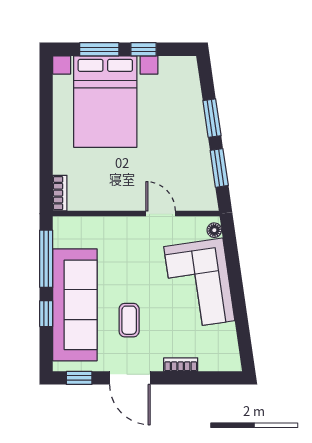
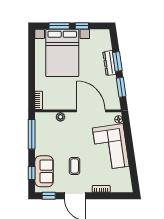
dresser: (196, 121) -> (109, 63), added
door: (161, 214) -> (91, 111), width x1.87
plant: (102, 225) -> (60, 117), added
sofa: (75, 305) -> (44, 171), width x0.54, depth x0.79
window: (46, 314) -> (32, 173), moved

